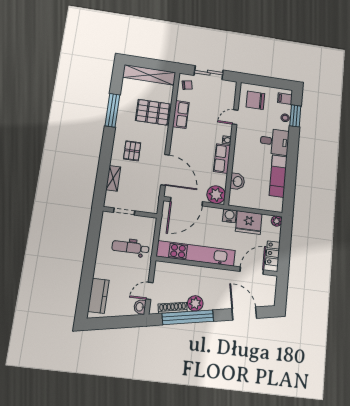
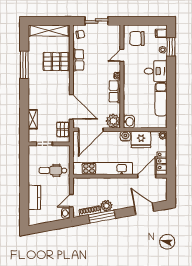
pallet: (132, 151) -> (63, 129), moved
washbasin: (237, 181) -> (129, 122), moved
kitchen counter: (98, 296) -> (34, 197), moved
window: (188, 317) -> (102, 217), width x0.68

